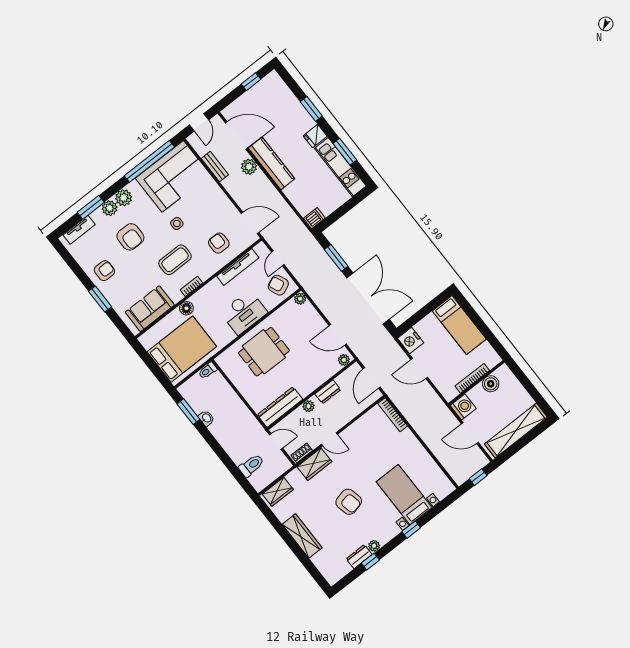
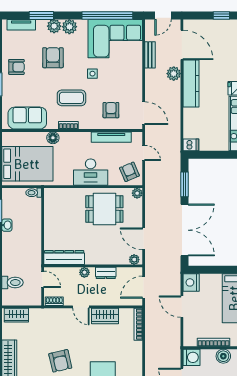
armchair: (130, 237) -> (53, 58), turned 180
door: (278, 258) -> (144, 153), swing flipped
dining table: (264, 352) -> (104, 209), moved
wardrobe: (314, 464) -> (105, 316), moved

